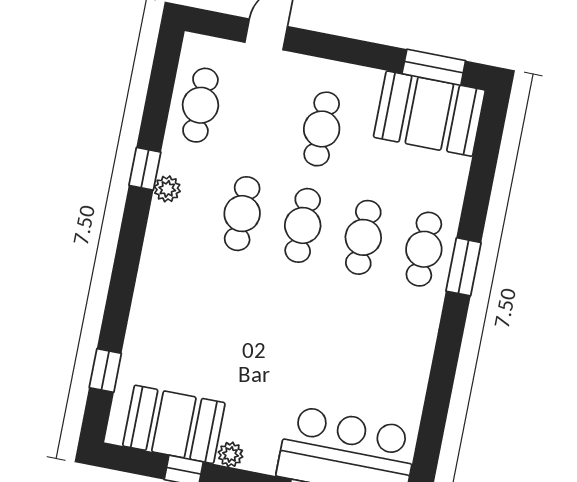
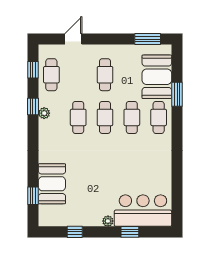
window: (161, 86) -> (33, 70), added
booth: (429, 114) -> (157, 77), moved, turned 90
window: (464, 267) -> (177, 94), moved
booth: (174, 424) -> (52, 184), moved, turned 90
plant: (231, 454) -> (108, 221), moved

